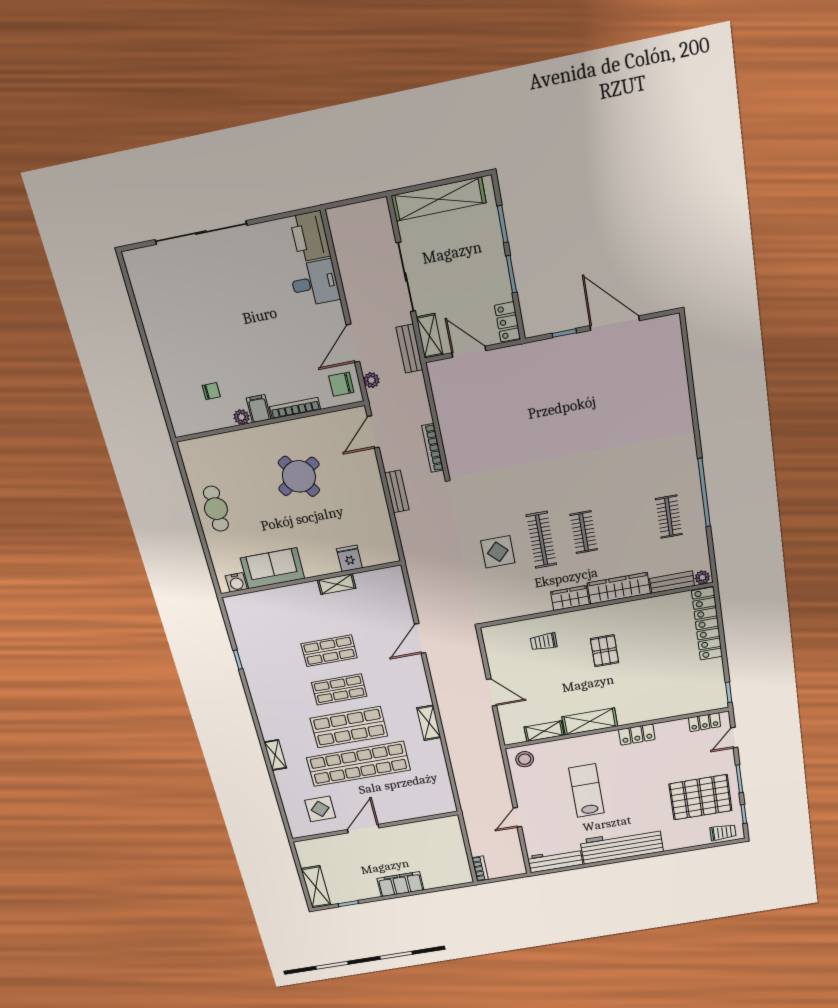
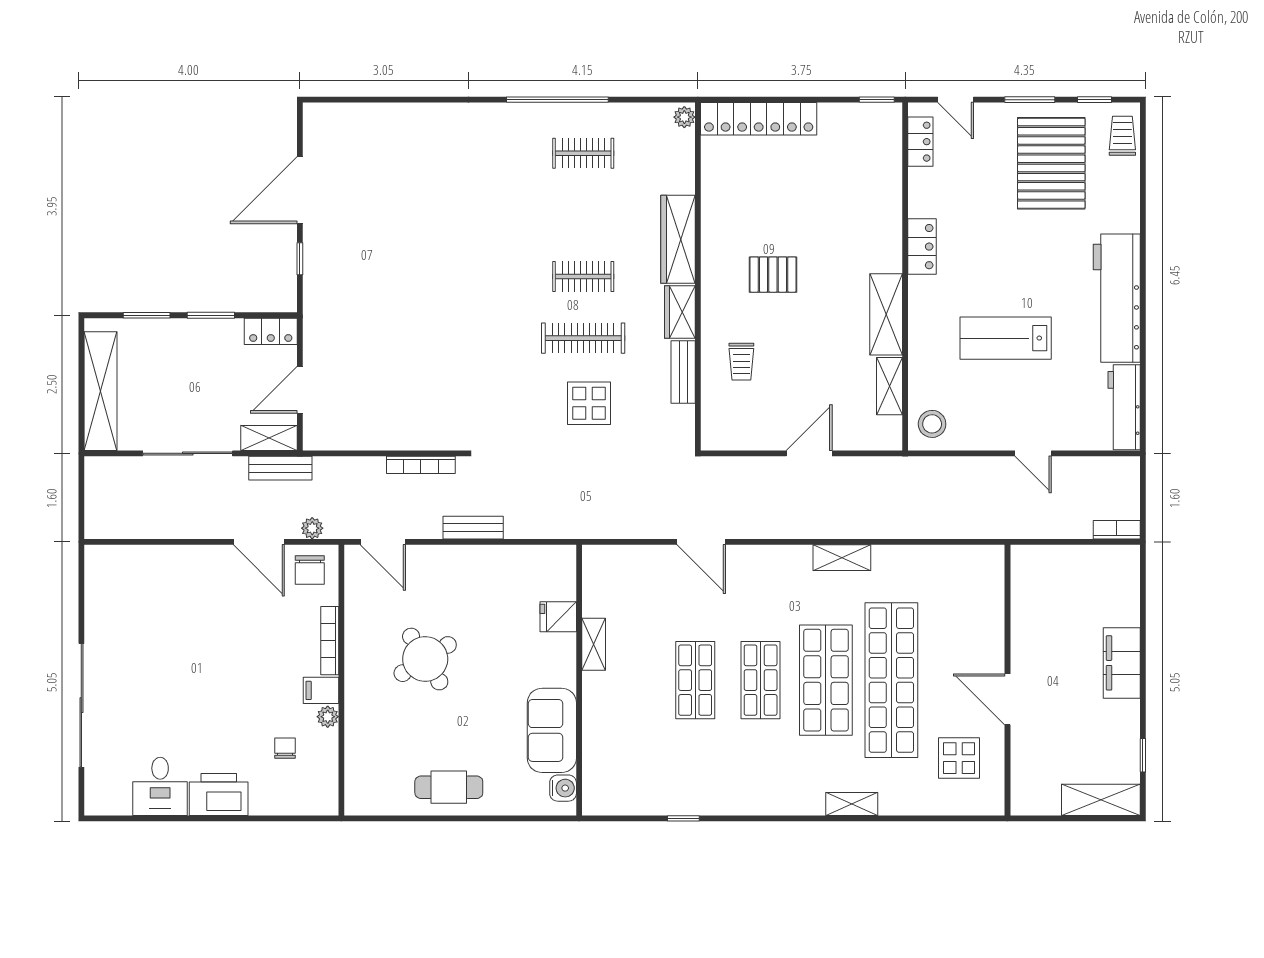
printer: (310, 236) -> (219, 795), moved, turned 180
desk: (315, 283) -> (160, 786), moved, turned 180
bench: (672, 582) -> (683, 372), moved

